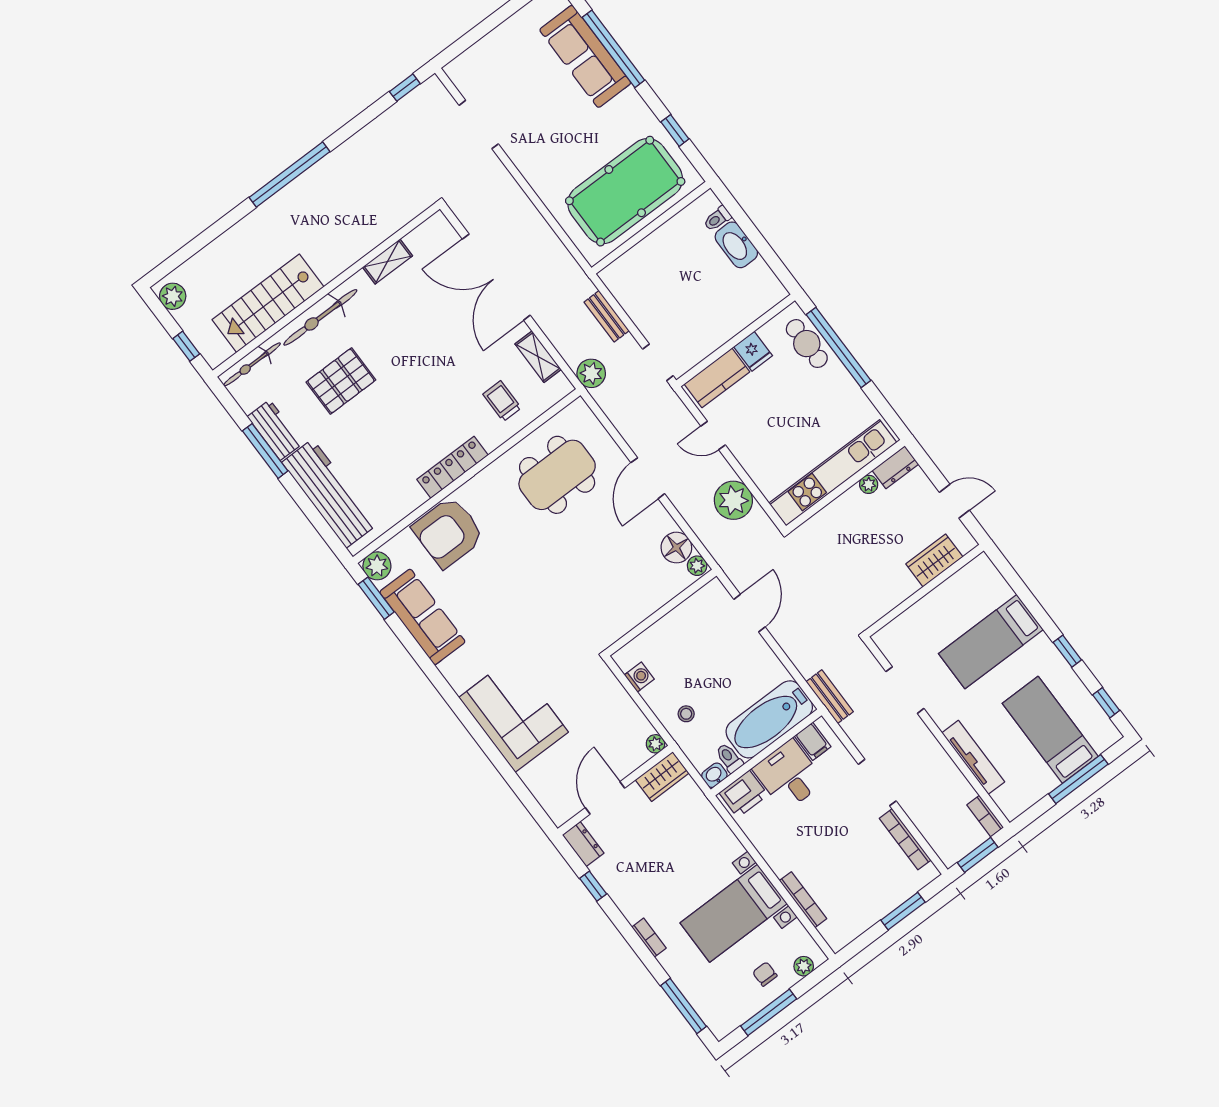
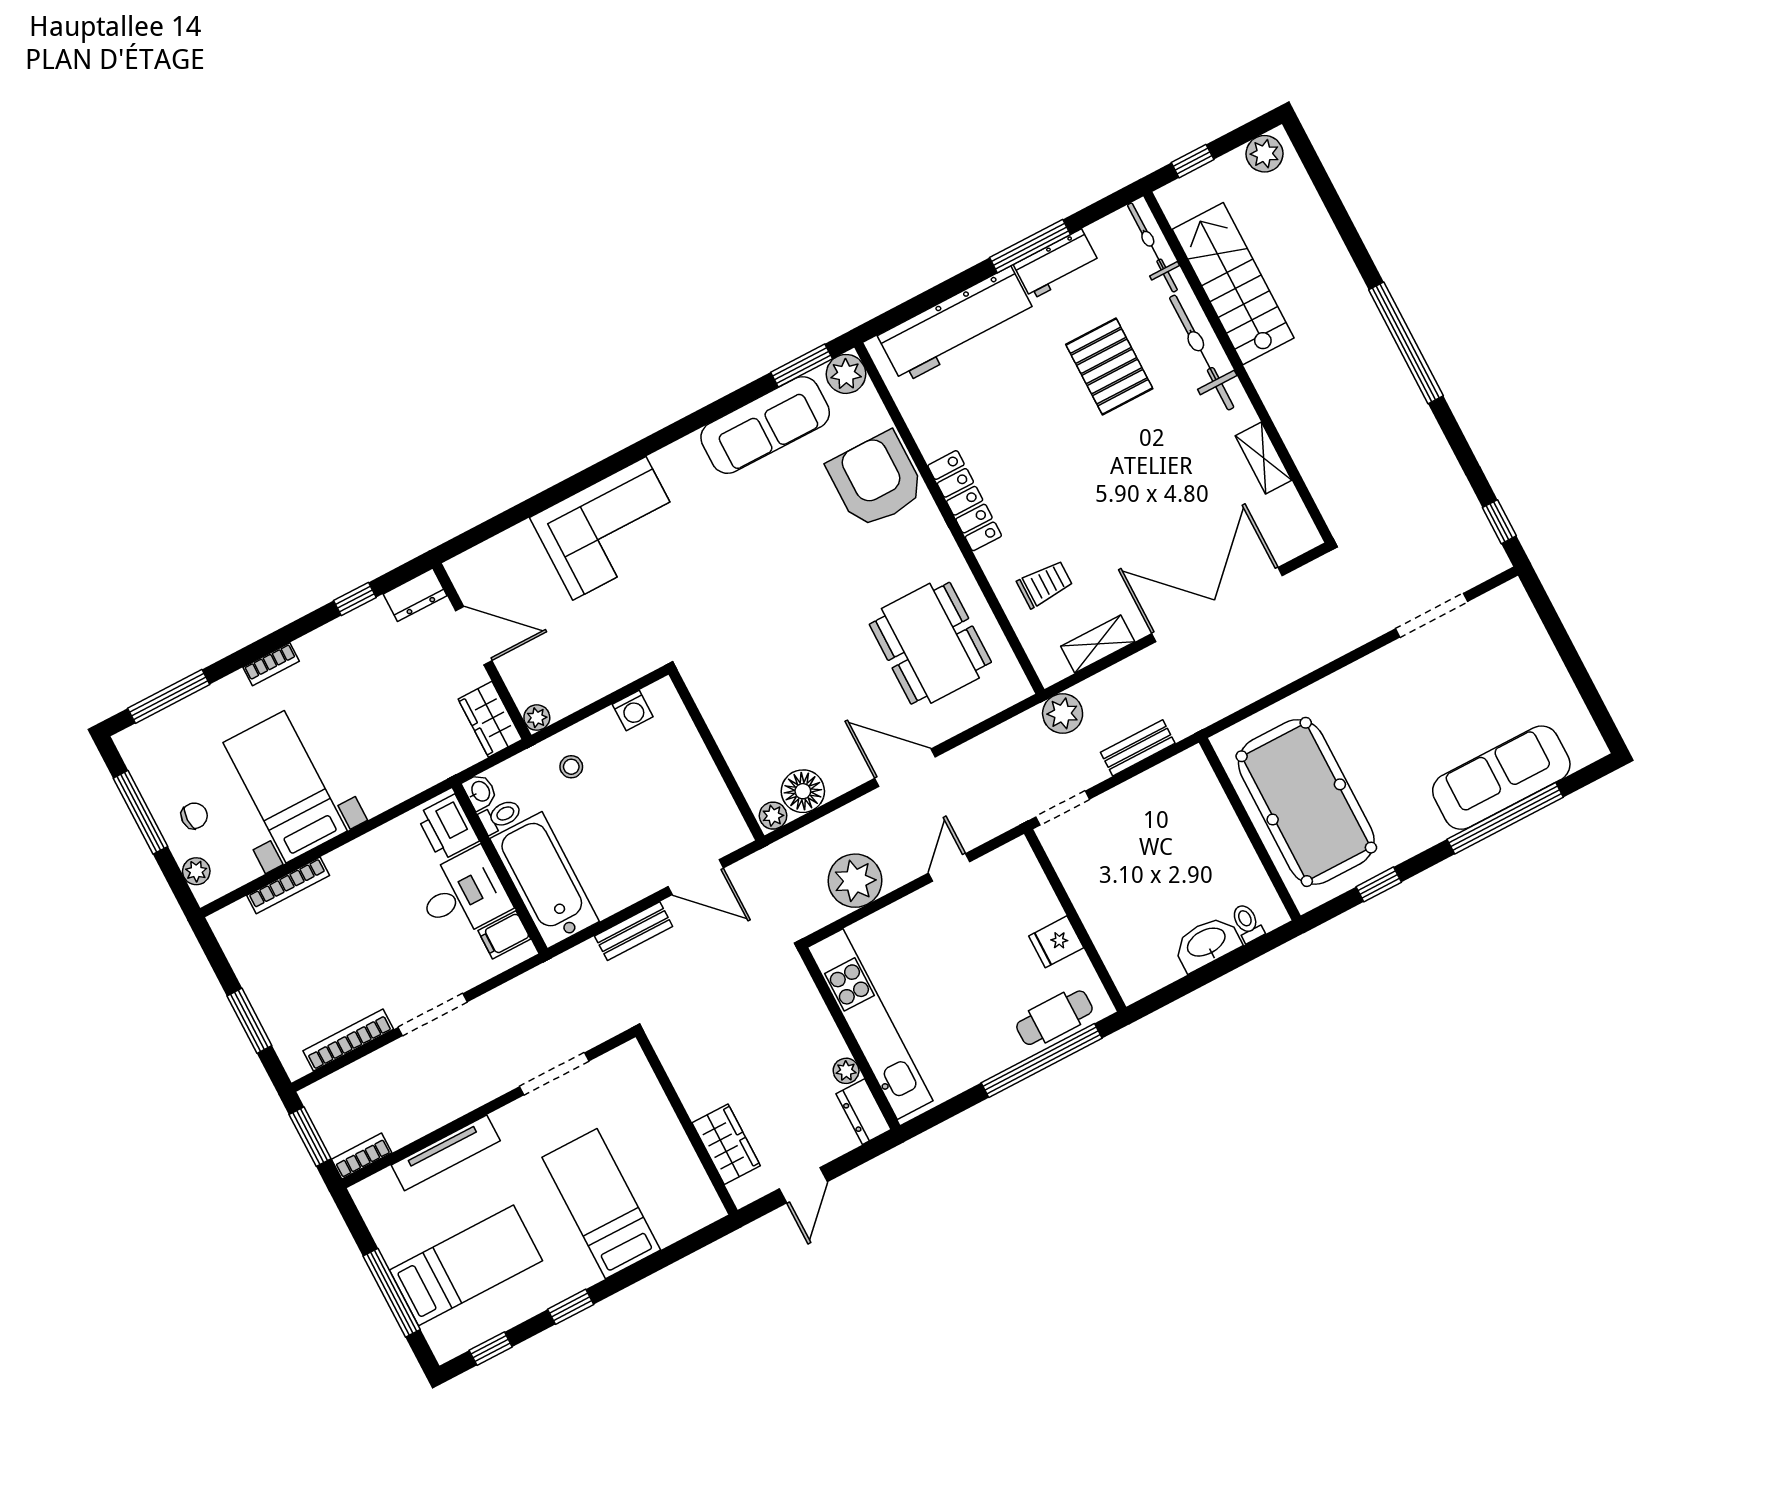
kitchen counter: (717, 378) -> (1028, 886), removed
bench: (830, 697) -> (634, 931), moved

